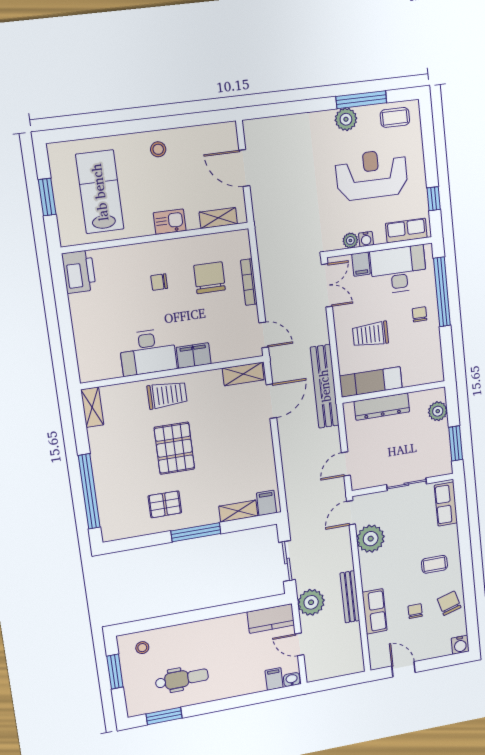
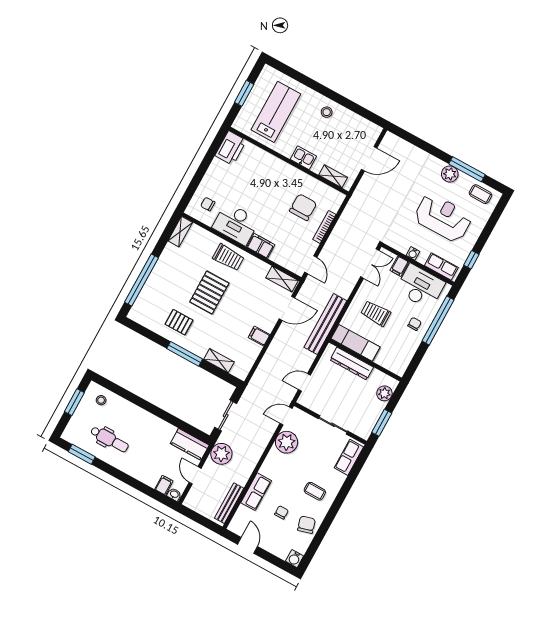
door: (244, 168) -> (369, 159), swing flipped
plant: (350, 240) -> (403, 247), removed
chair: (159, 282) -> (208, 204), moved
filing cabinet: (266, 503) -> (259, 336), moved, turned -90
bench: (350, 597) -> (229, 503), moved

